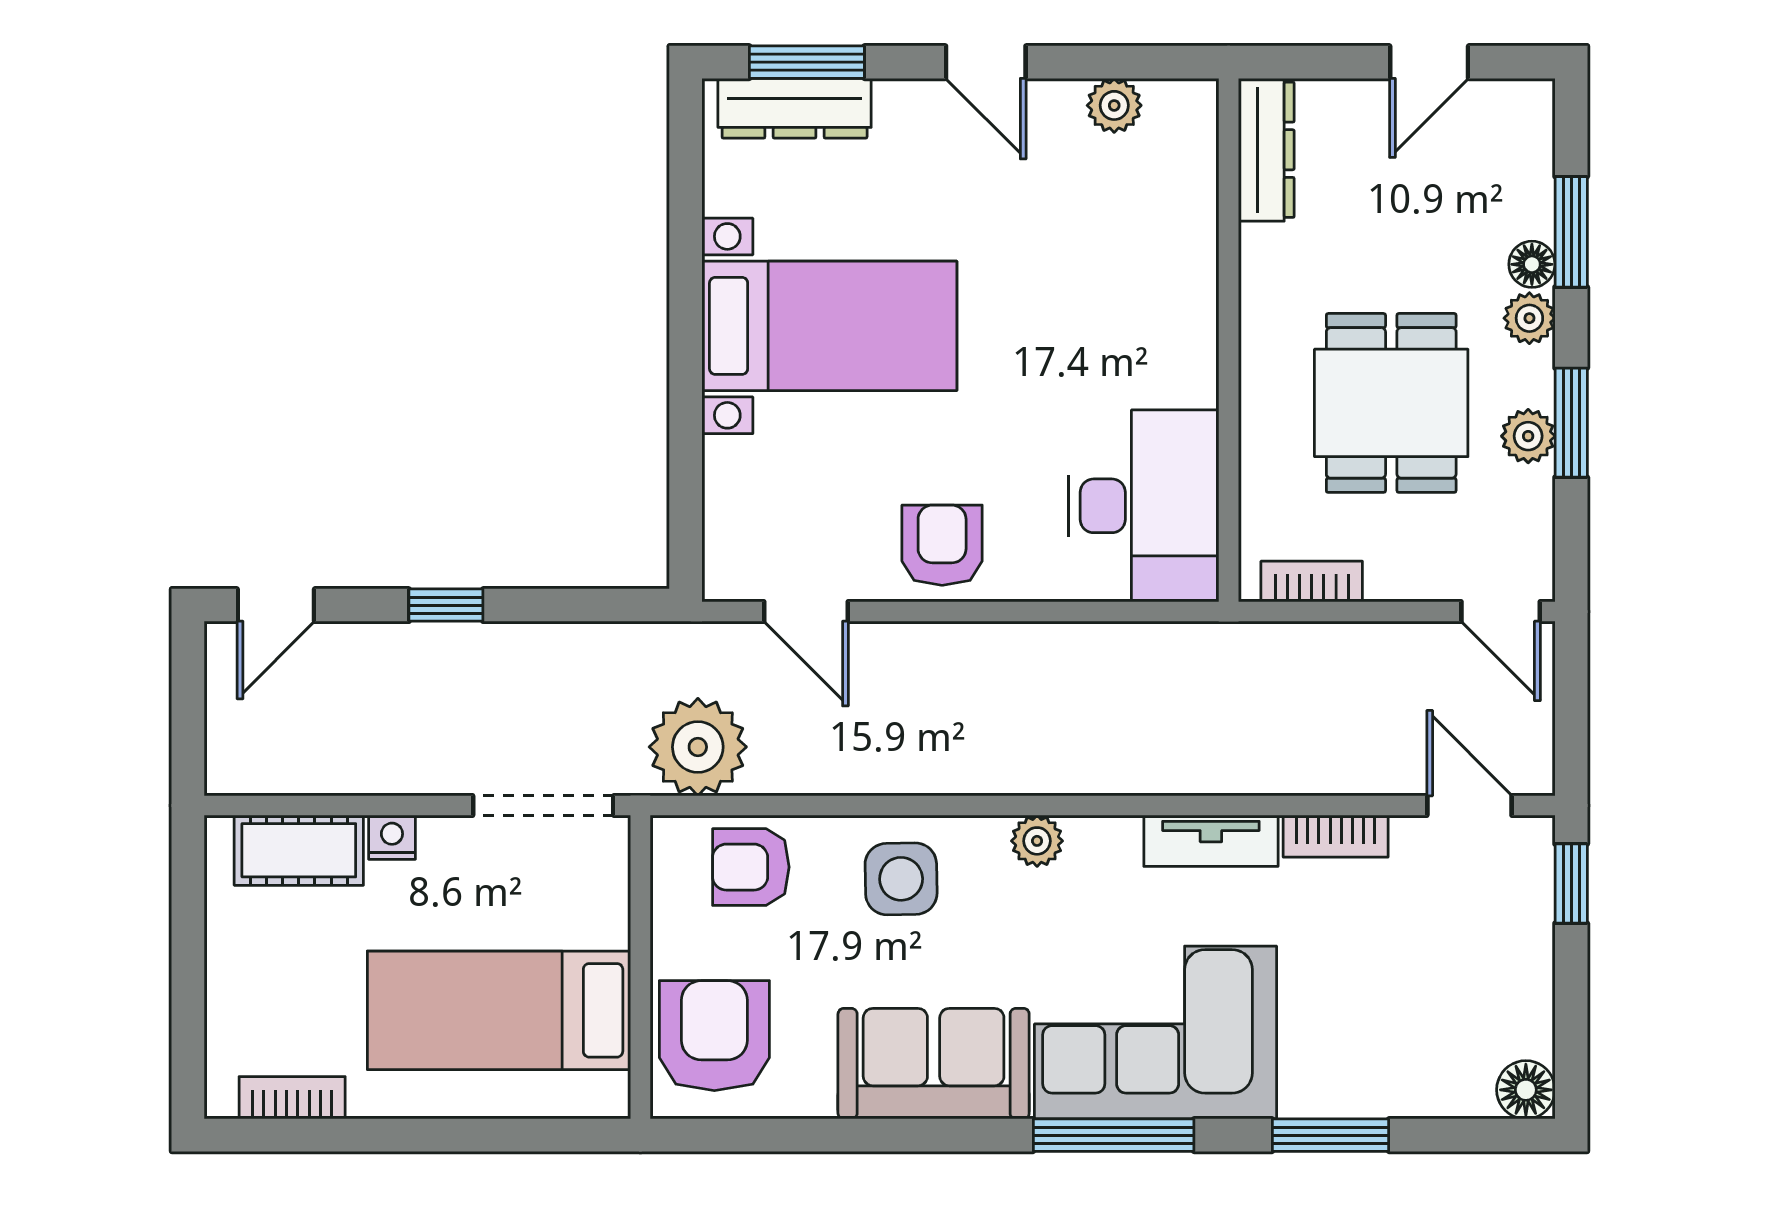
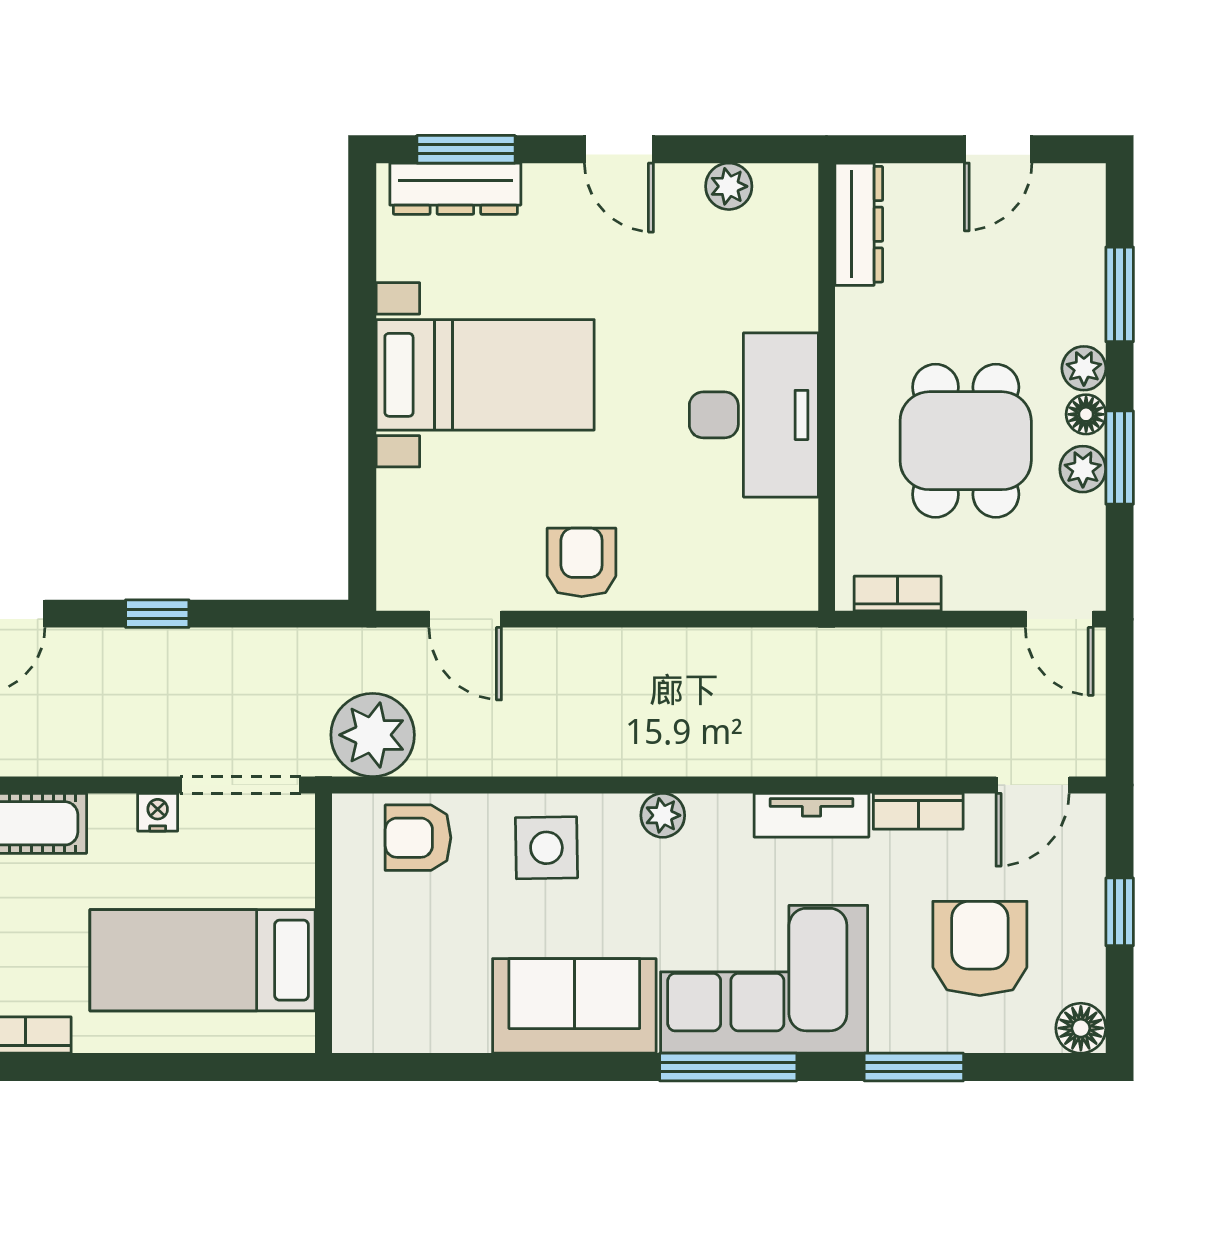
floor lamp: (1532, 264) -> (1086, 414), moved
desk: (1143, 506) -> (754, 415), moved
door: (1469, 805) -> (1033, 785), swing flipped
nightstand: (392, 837) -> (158, 812), moved
window: (1571, 884) -> (1120, 912), moved
armchair: (714, 1036) -> (980, 948), moved

